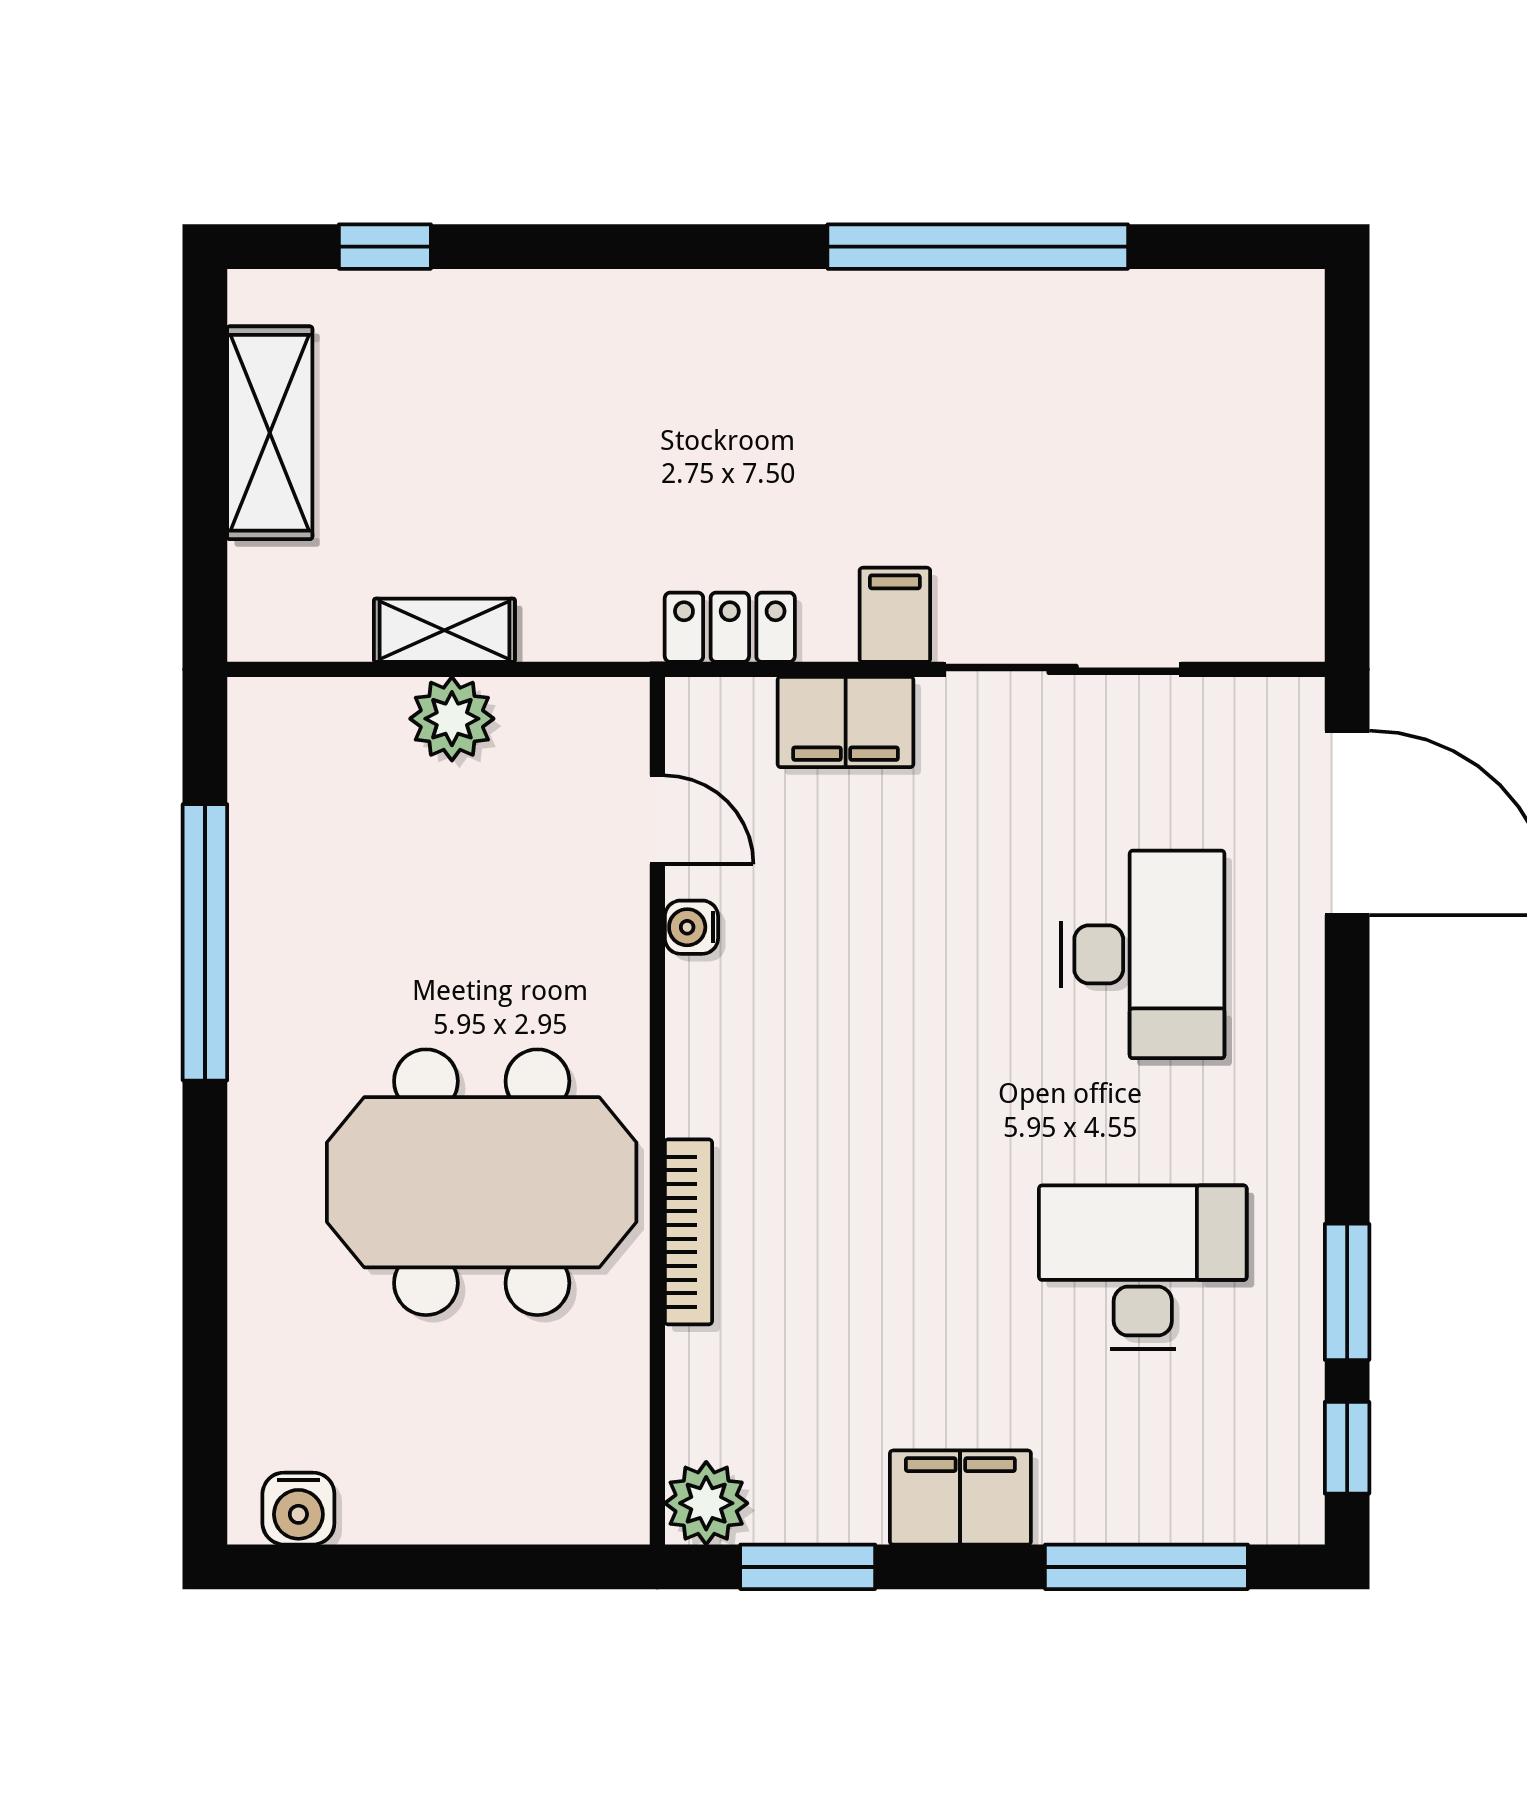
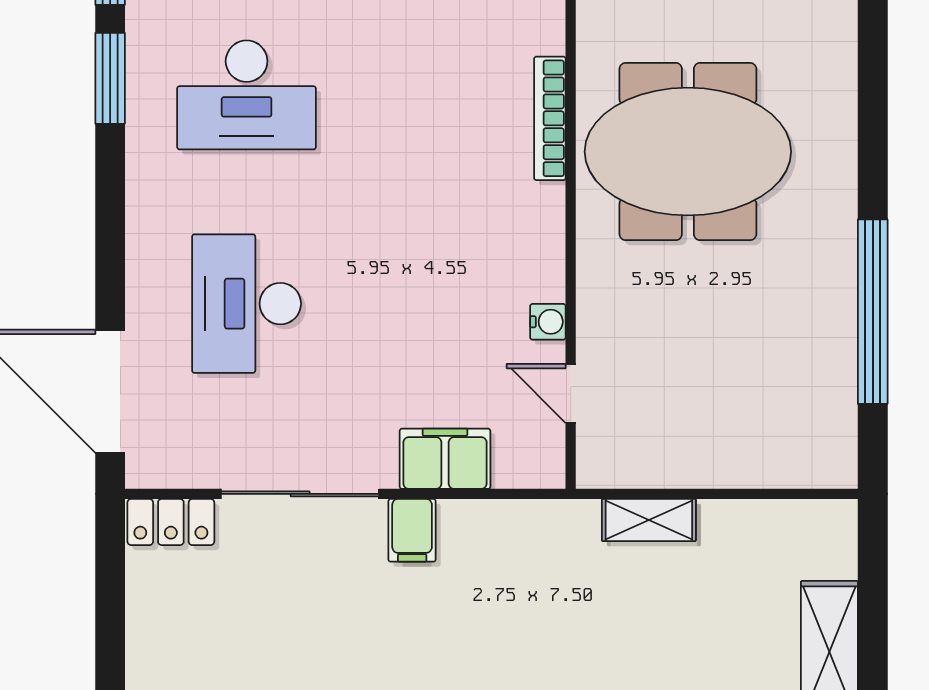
locker: (730, 627) -> (171, 522), moved
shelving: (444, 630) -> (649, 520), moved
plant: (452, 719) -> (708, 461), removed

